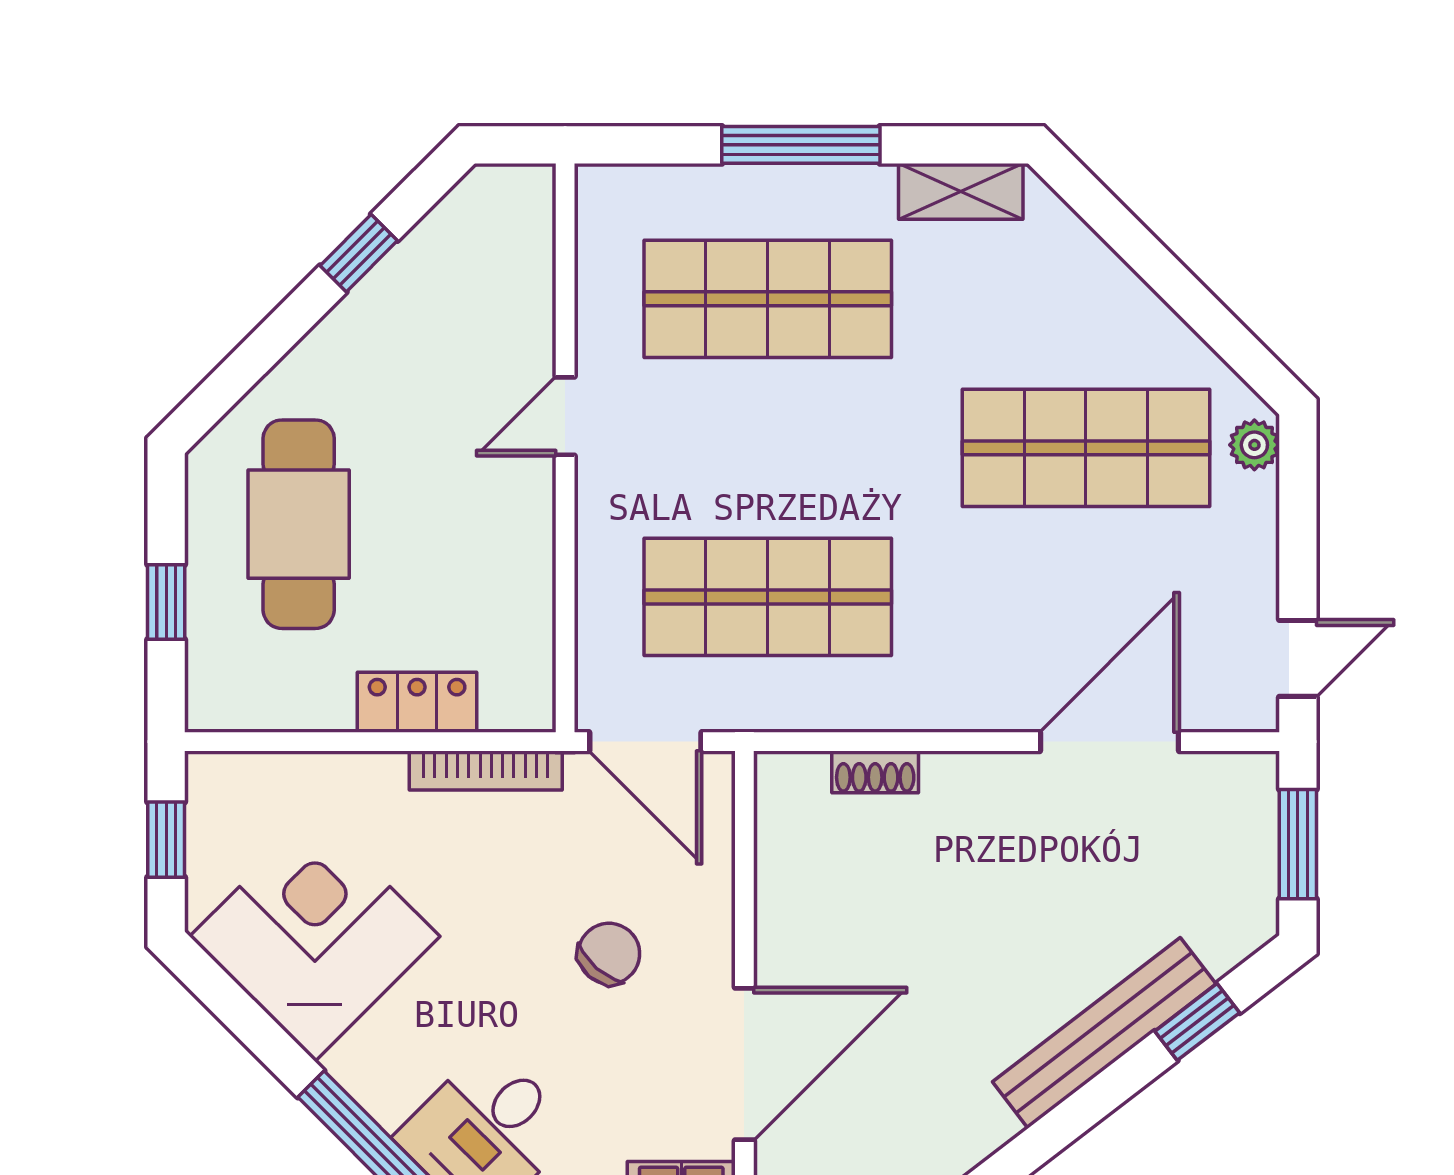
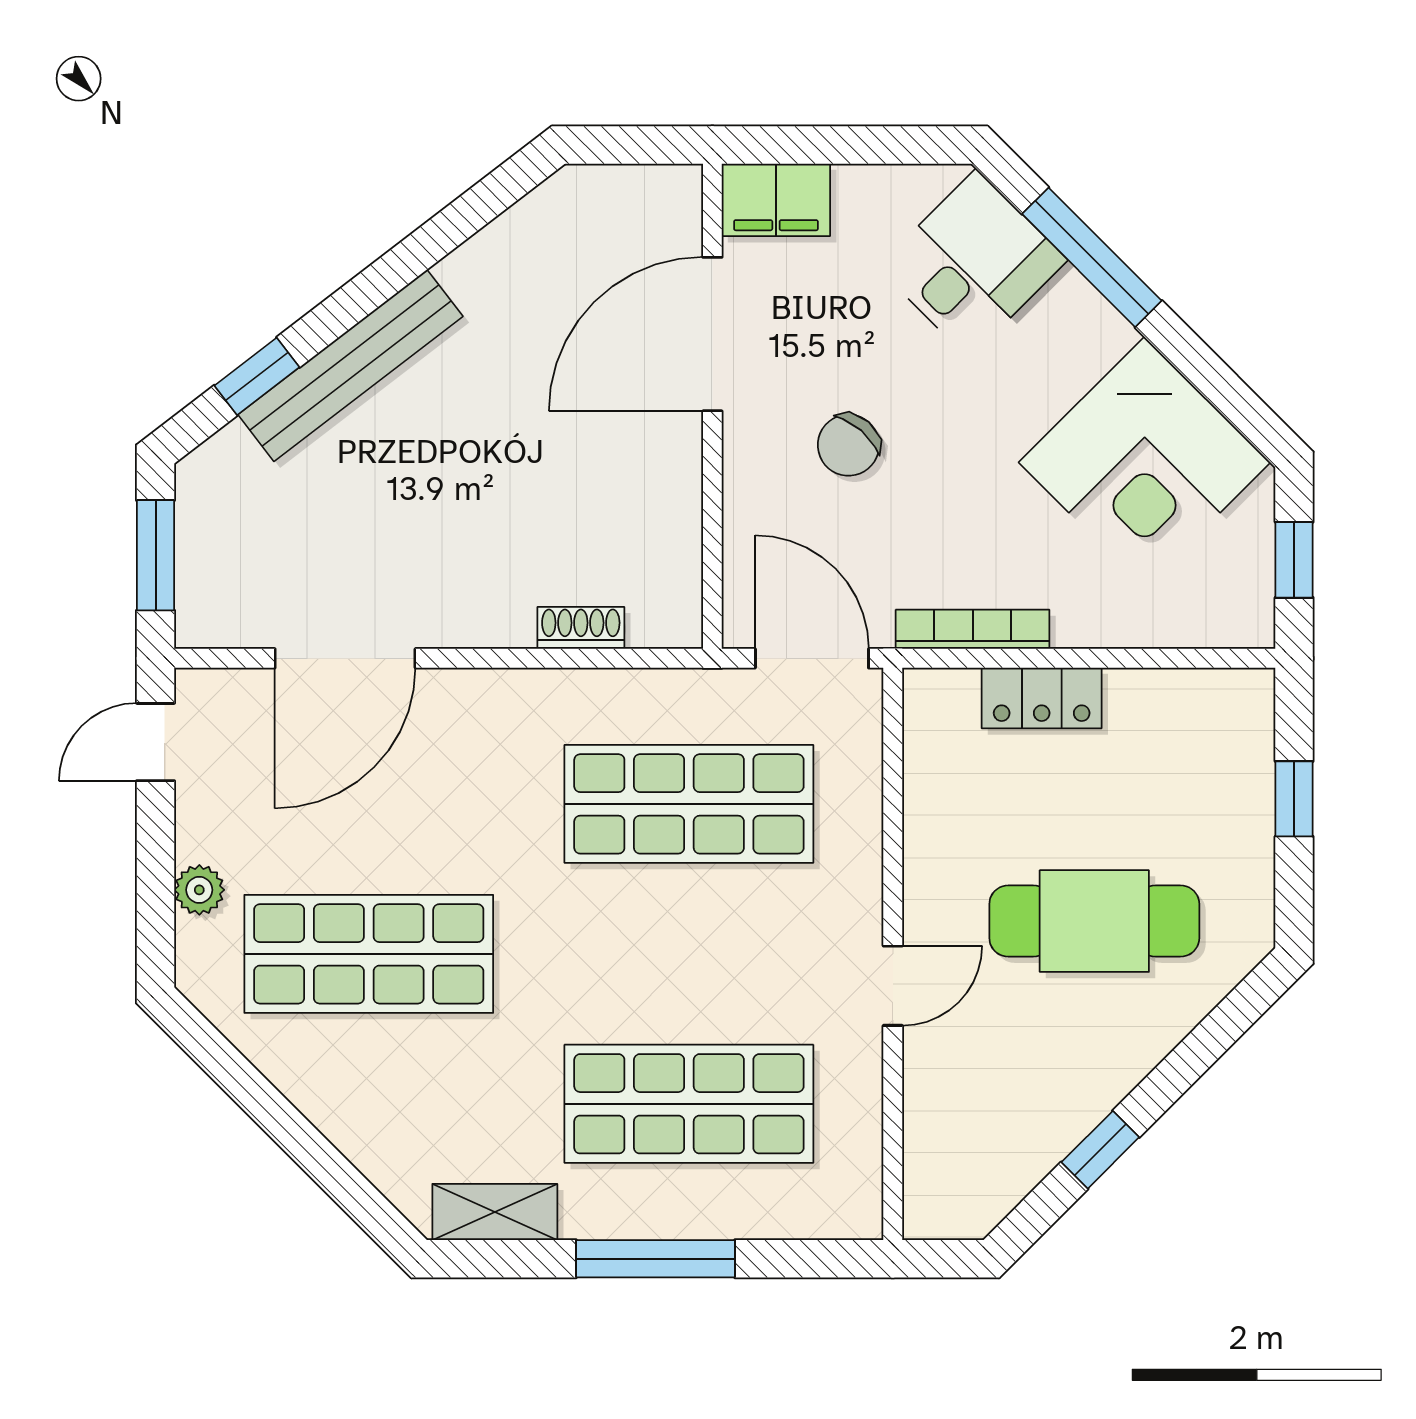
plant: (1254, 445) -> (199, 890), moved
cafe table: (299, 524) -> (1094, 921), moved, turned 90

